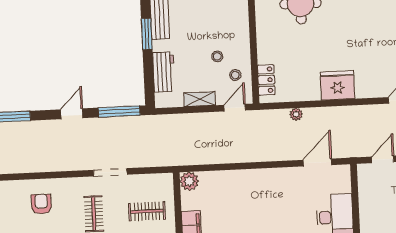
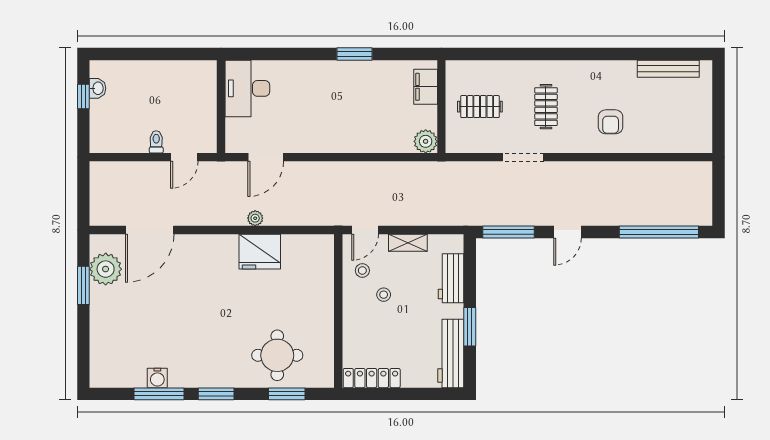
locker: (266, 80) -> (324, 263), removed
fridge: (337, 85) -> (260, 252), moved
plant: (296, 114) -> (255, 218), moved

